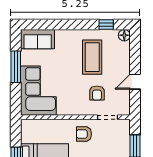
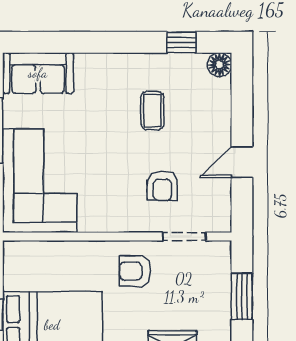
coffee table: (92, 57) -> (152, 111), width x0.54, depth x0.58

